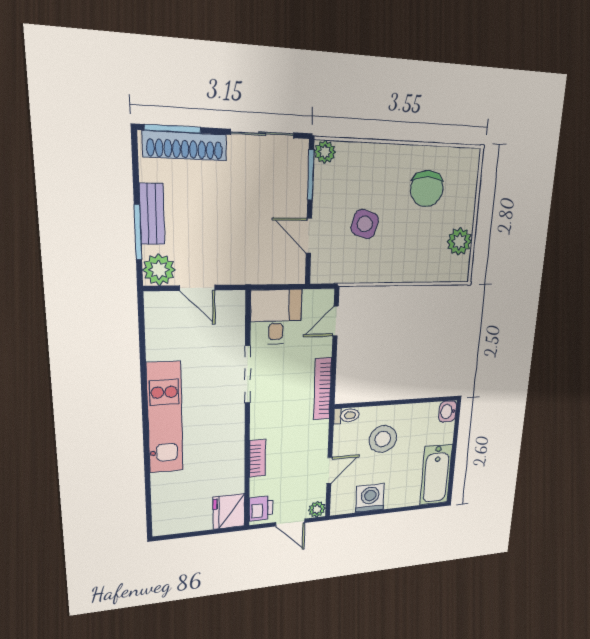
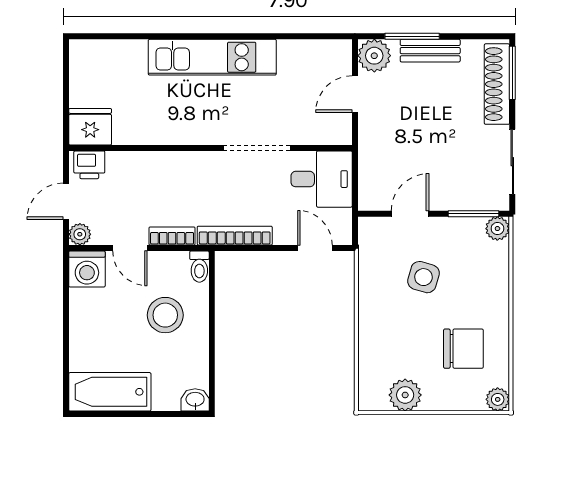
plant: (470, 159) -> (498, 399), added
chair: (427, 189) -> (463, 349), turned 180
bookcase: (257, 458) -> (172, 236), moved, turned 180
washing machine: (370, 498) -> (87, 269), moved, turned 90

